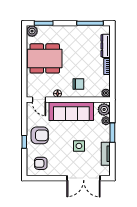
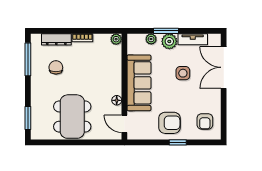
plant: (32, 31) -> (38, 133), removed
chair: (78, 84) -> (56, 67), moved
door: (39, 100) -> (124, 124), swing flipped
plant: (104, 109) -> (169, 41), moved
armchair: (40, 135) -> (170, 123), turned 90
double door: (84, 178) -> (224, 67), swing flipped

